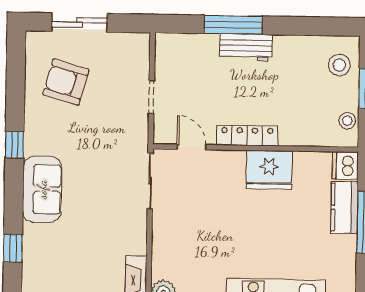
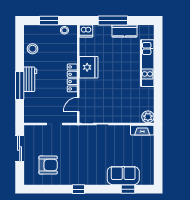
sliding door: (79, 22) -> (20, 148), moved
stool: (339, 65) -> (33, 49), moved
armchair: (66, 82) -> (48, 165), turned -106
sofa: (42, 189) -> (123, 176), moved
kitchen counter: (344, 207) -> (124, 31), moved

